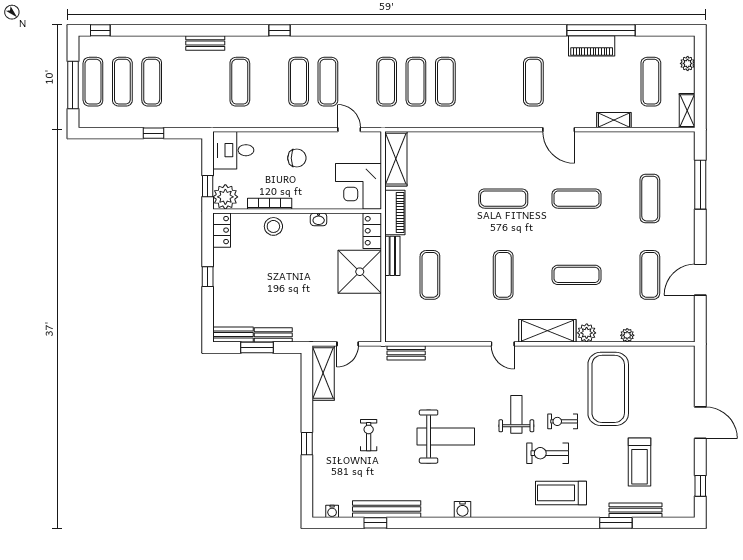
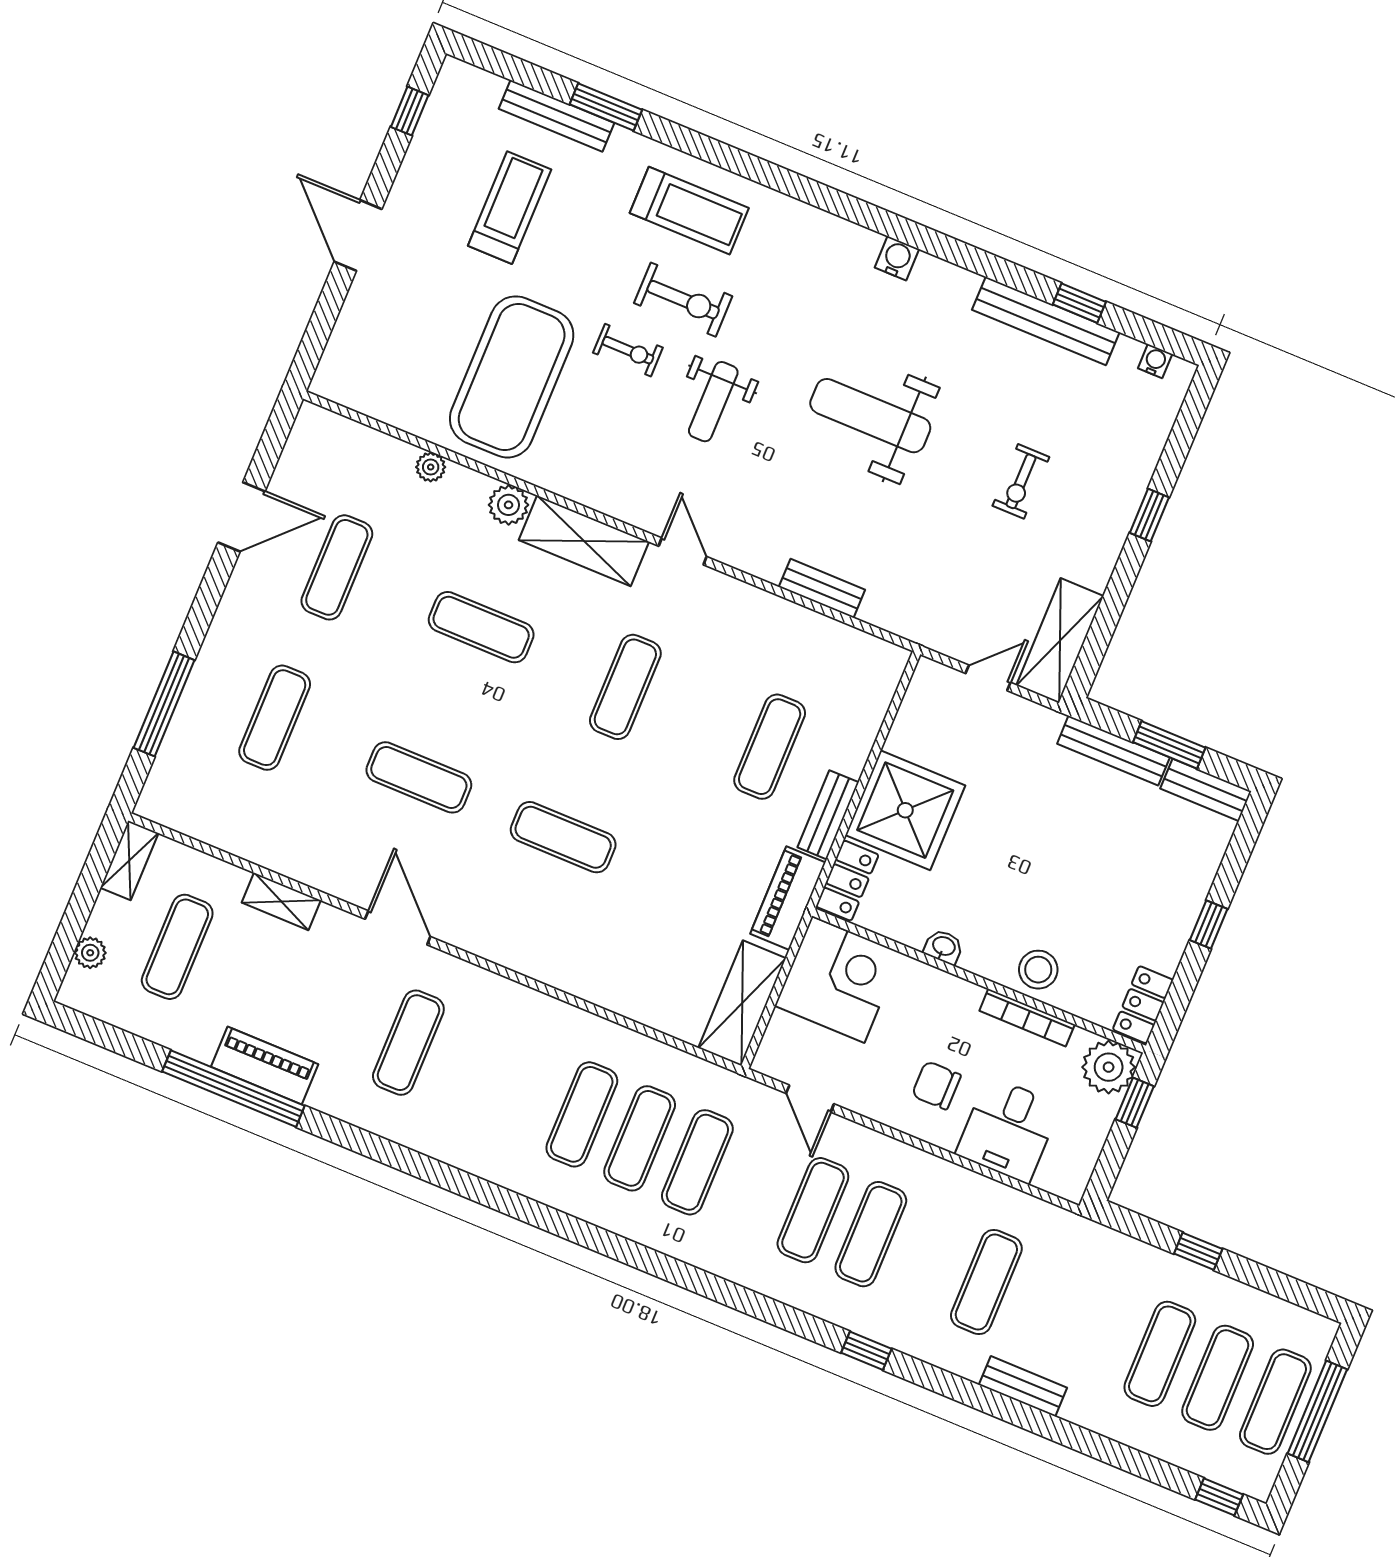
desk: (233, 150) -> (1008, 1130), moved, turned 90
bench: (273, 335) -> (1113, 751), width x1.36
bench: (406, 353) -> (822, 588), moved

